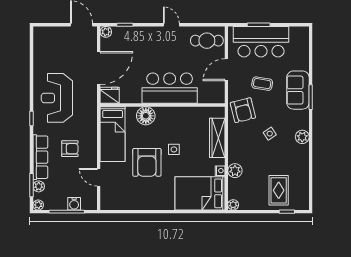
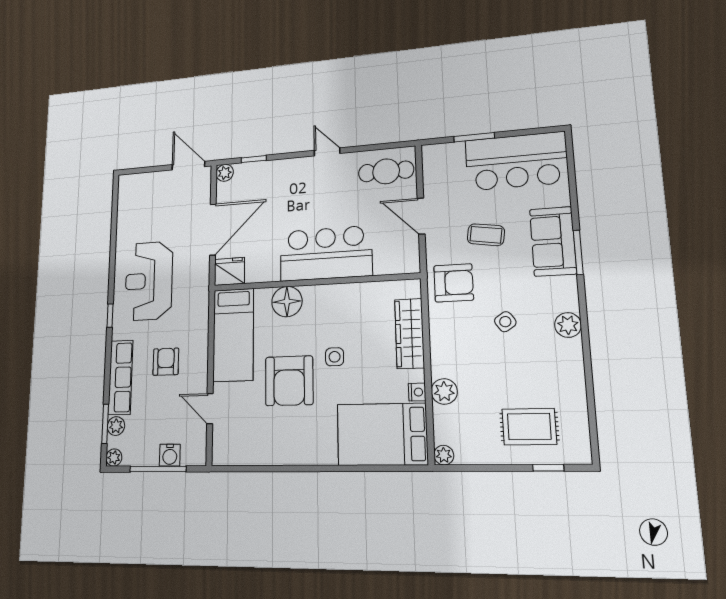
bar counter: (261, 42) -> (516, 161), moved
door: (226, 70) -> (421, 216), hinge flipped
armchair: (243, 110) -> (454, 283), turned -76
armchair: (70, 149) -> (166, 362), turned -90
rug: (279, 190) -> (529, 427), turned 90

